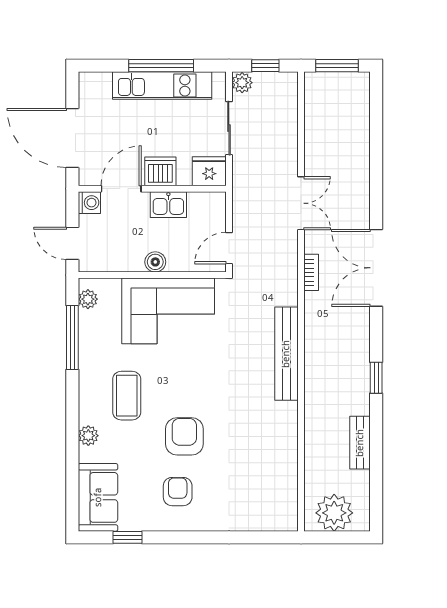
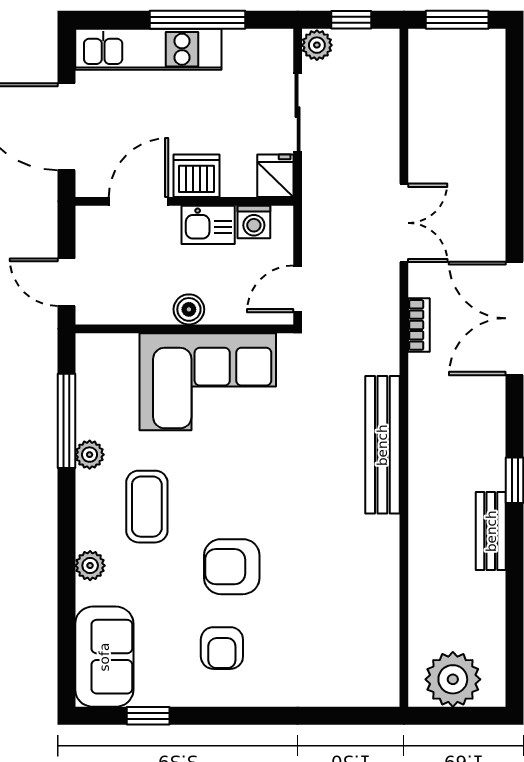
kitchen unit: (162, 86) -> (148, 49), moved
fridge: (209, 171) -> (275, 176), width x0.72
washing machine: (89, 203) -> (254, 222), moved, turned 90
plant: (88, 299) -> (90, 455), moved
armchair: (184, 436) -> (232, 567), turned -90
bench: (360, 443) -> (491, 531), moved
armchair: (178, 492) -> (222, 648), turned 180

